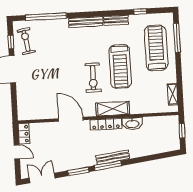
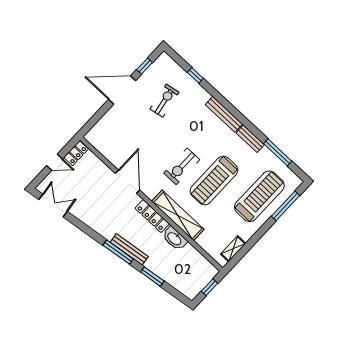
window: (140, 12) -> (278, 152), width x2.17
window: (46, 17) -> (195, 75), width x0.32
exercise bike: (26, 41) -> (165, 101), moved
shelving: (113, 109) -> (178, 215), width x1.47
door: (17, 152) -> (55, 162), hinge flipped
window: (78, 171) -> (152, 277), moved

